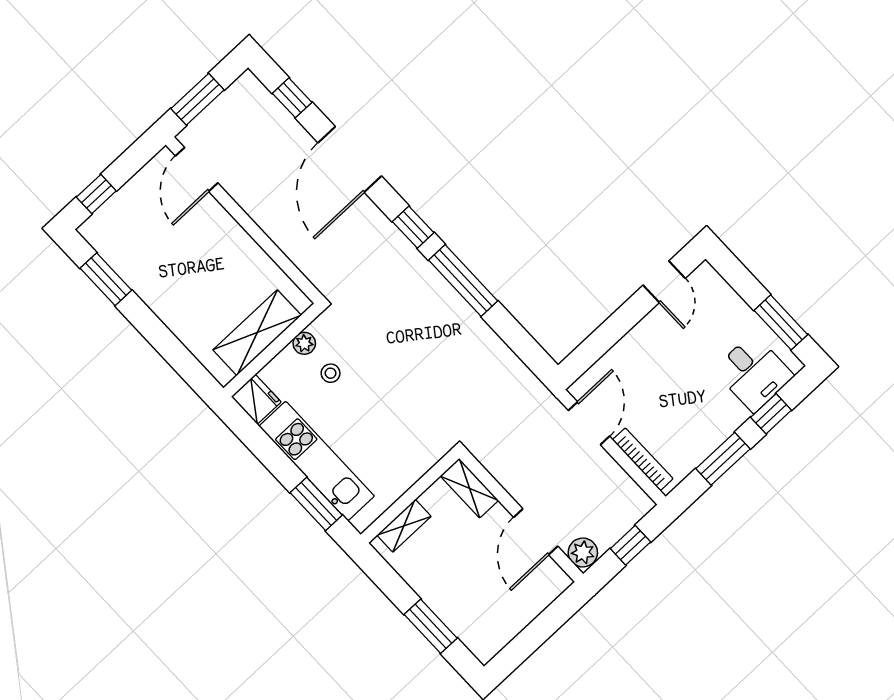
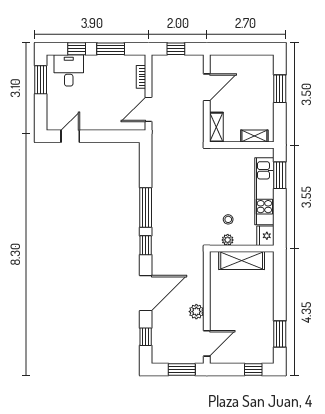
bookcase: (643, 459) -> (141, 77), width x0.64
plant: (583, 553) -> (196, 312), moved

